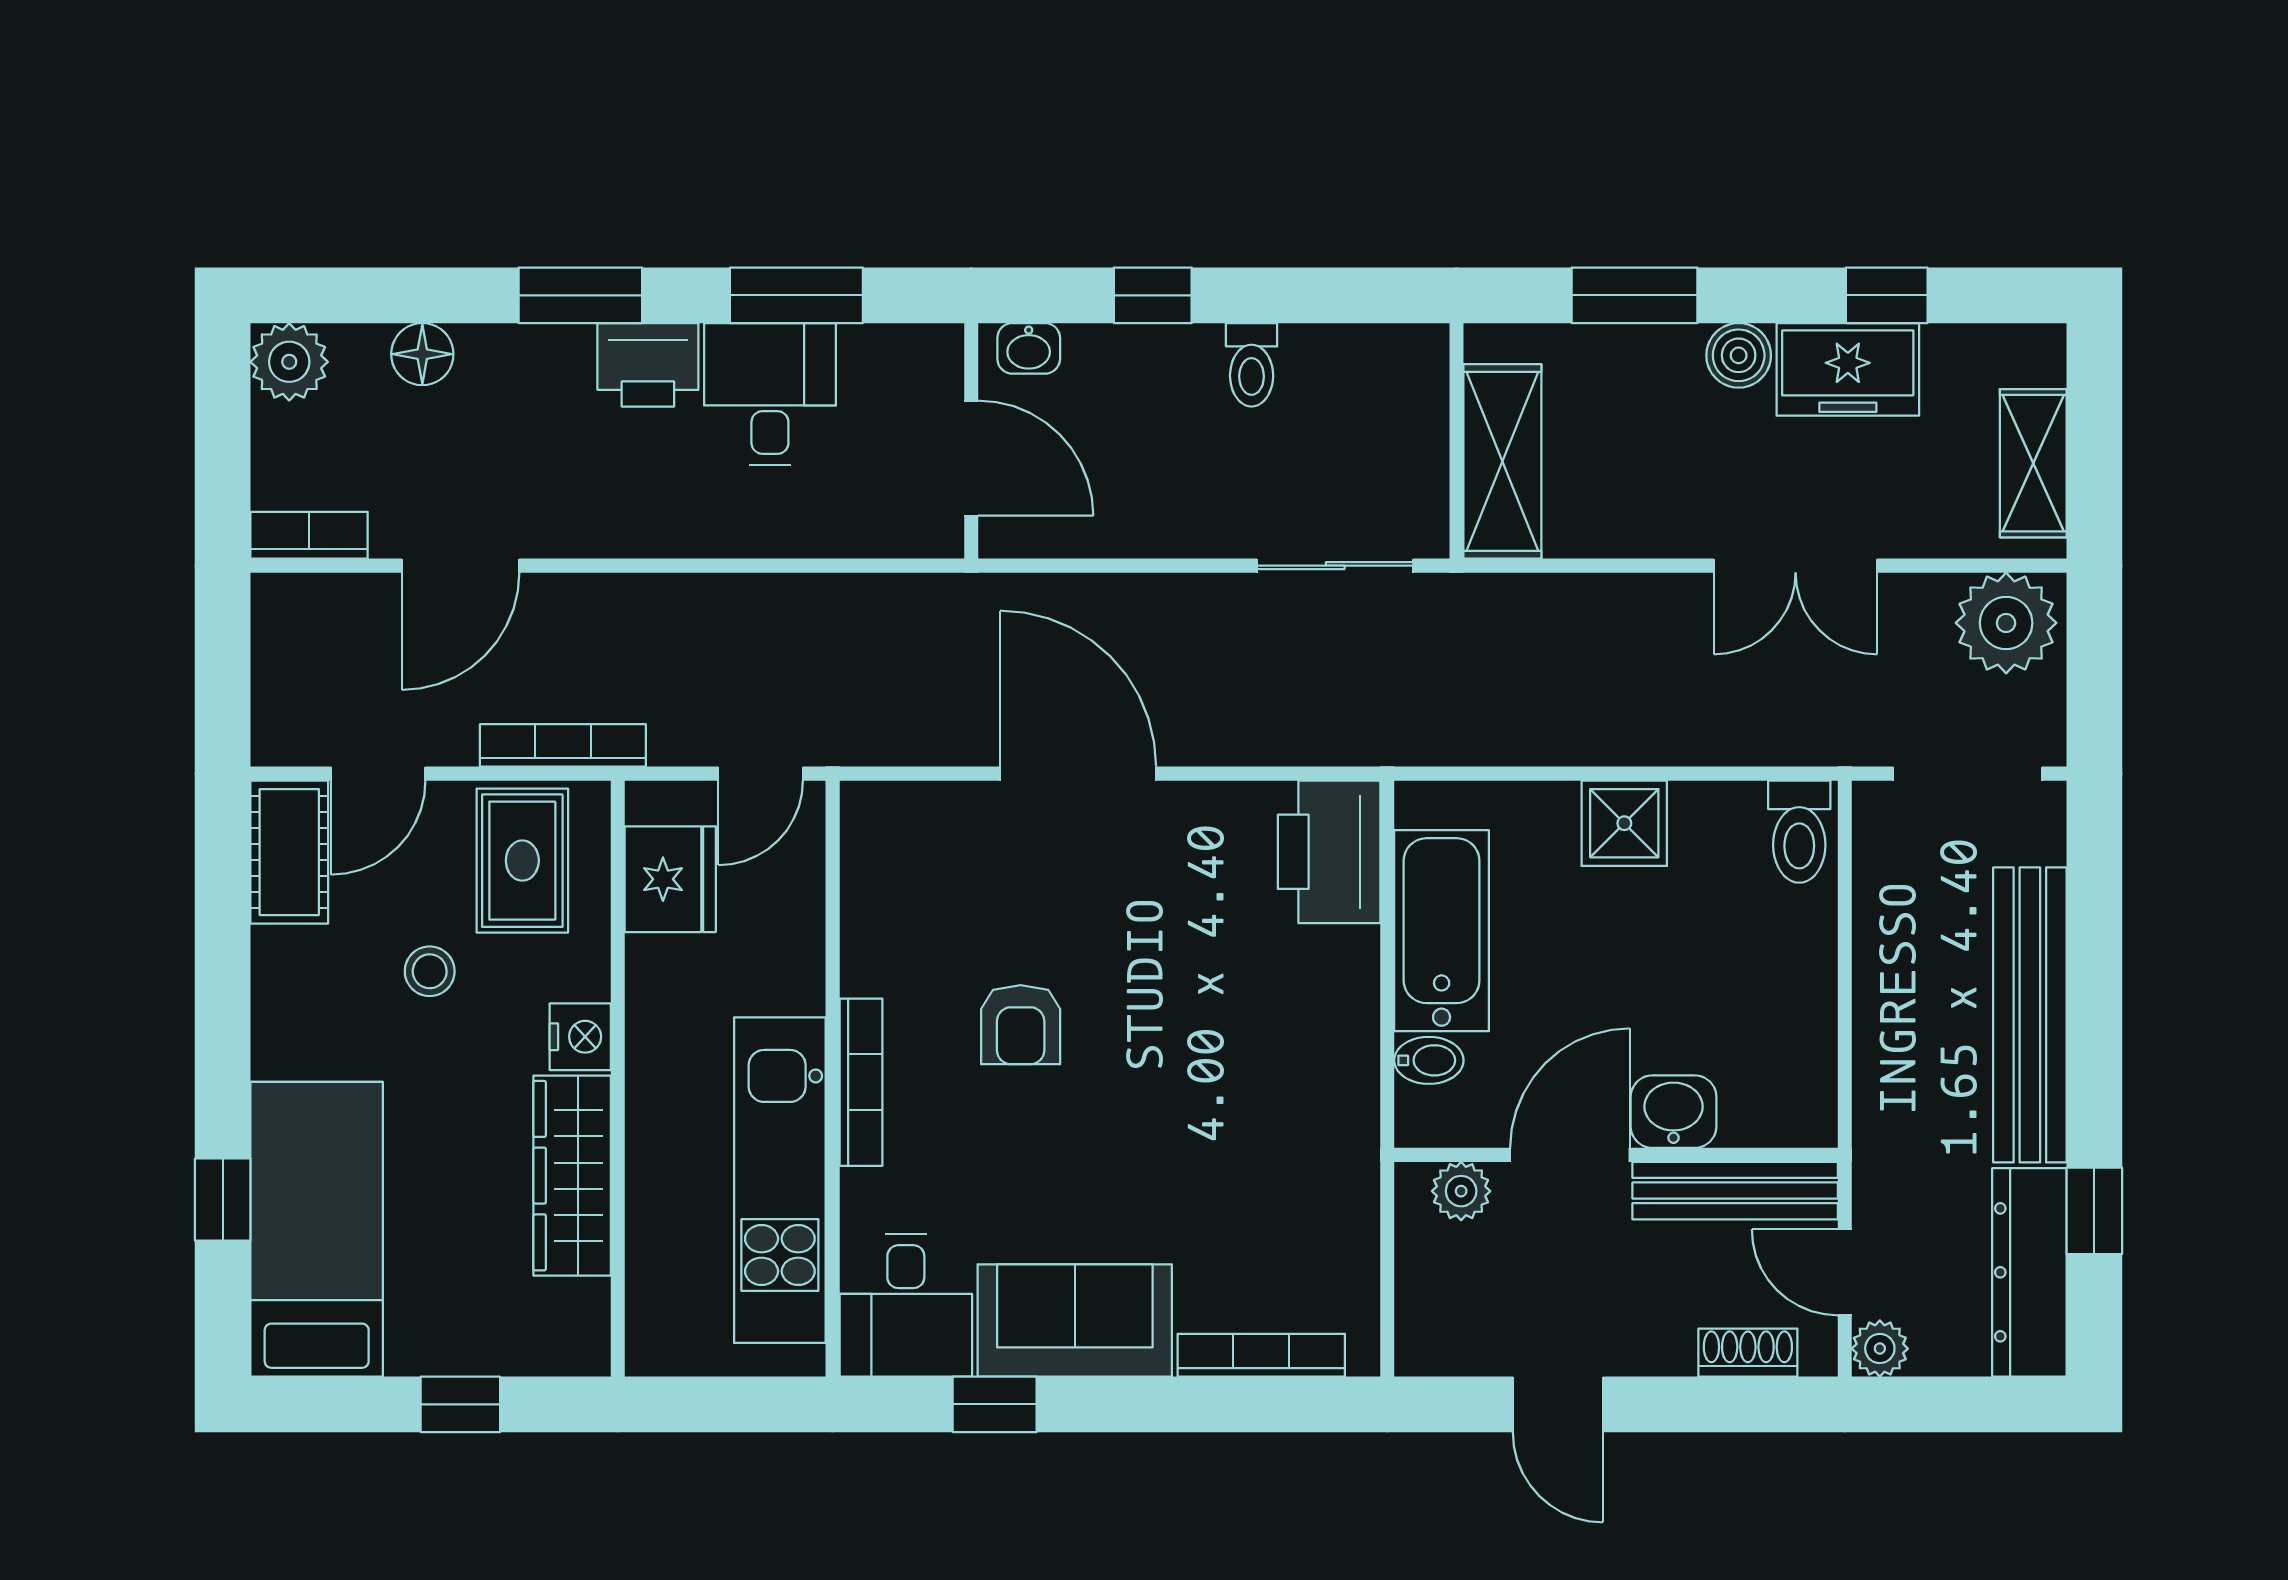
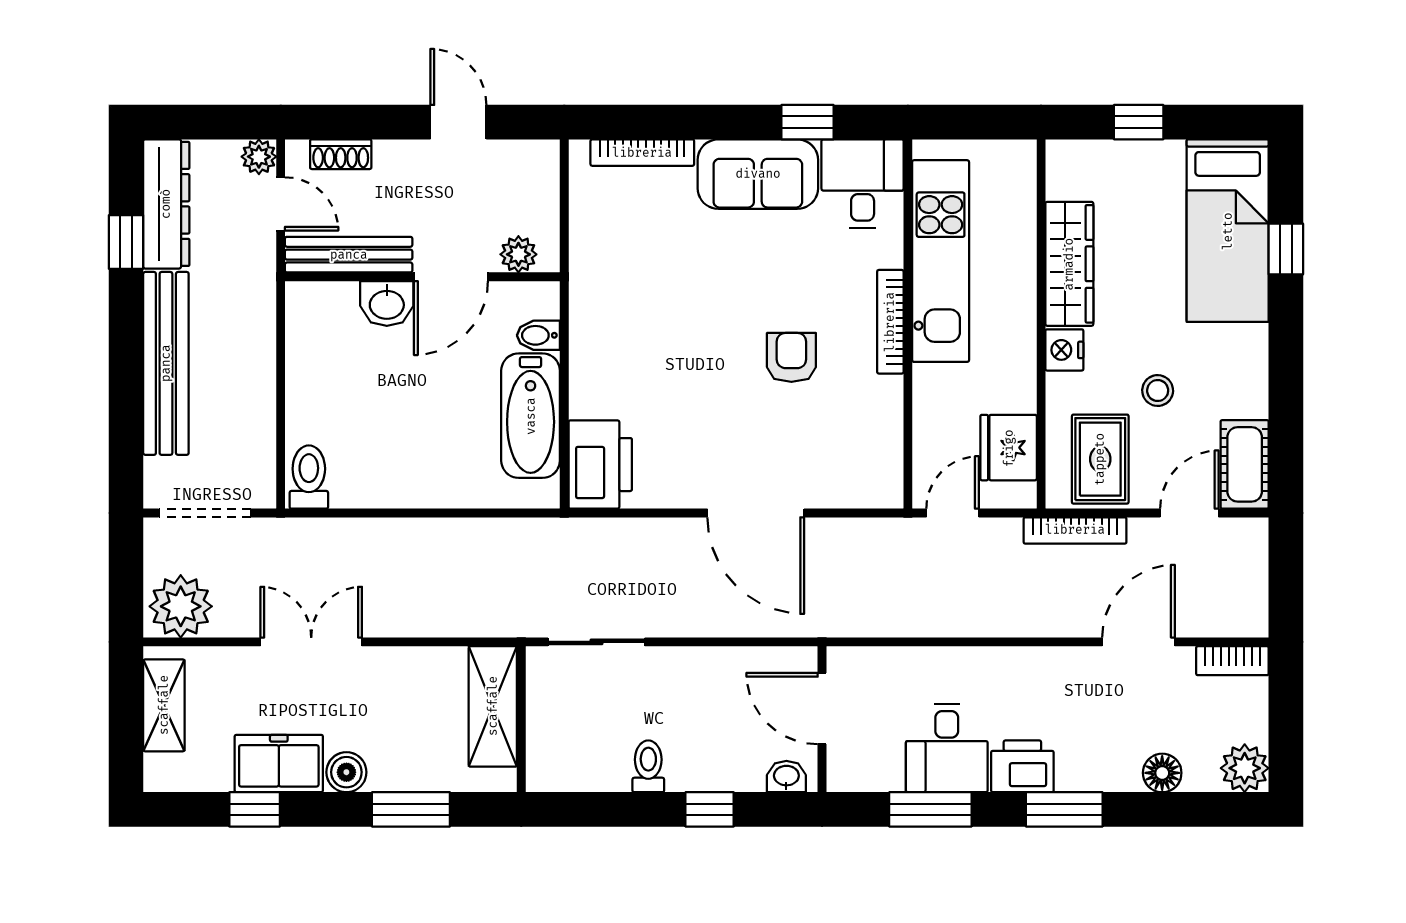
shower: (1624, 823) -> (417, 482), removed

